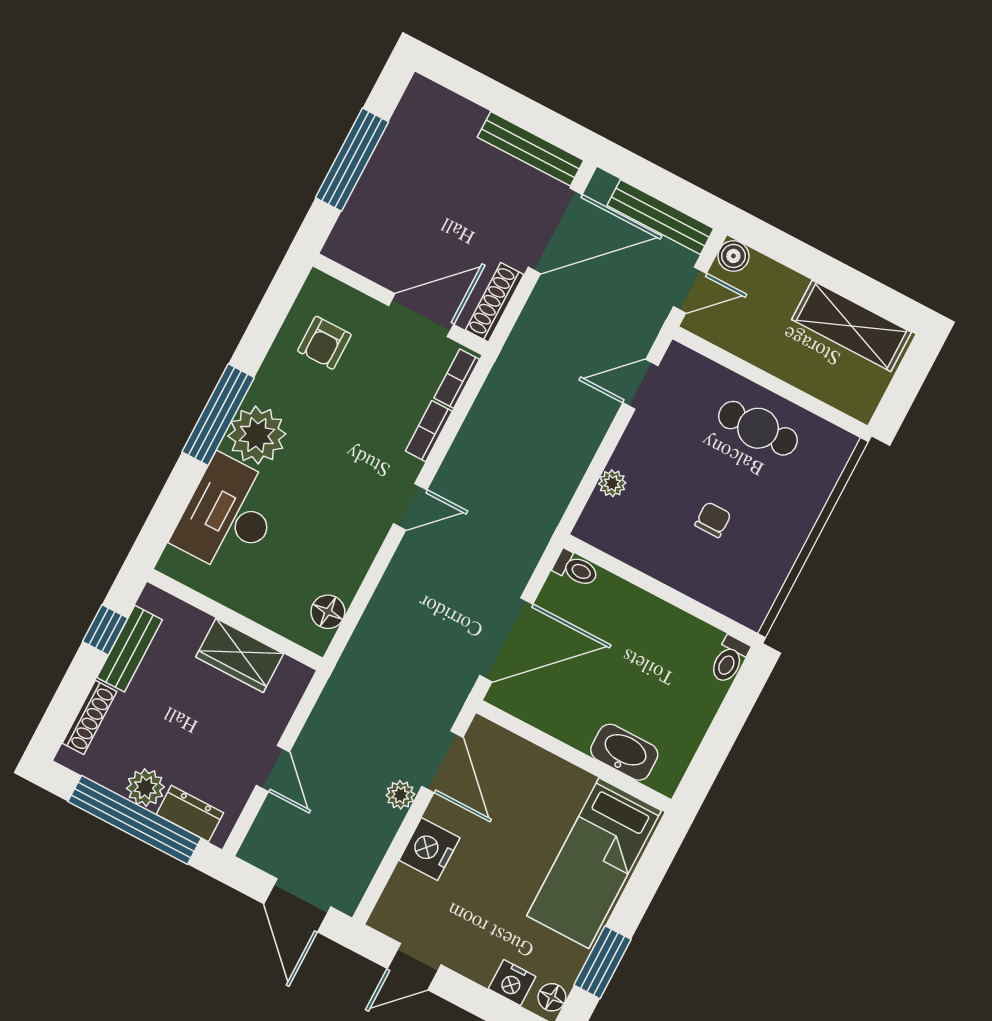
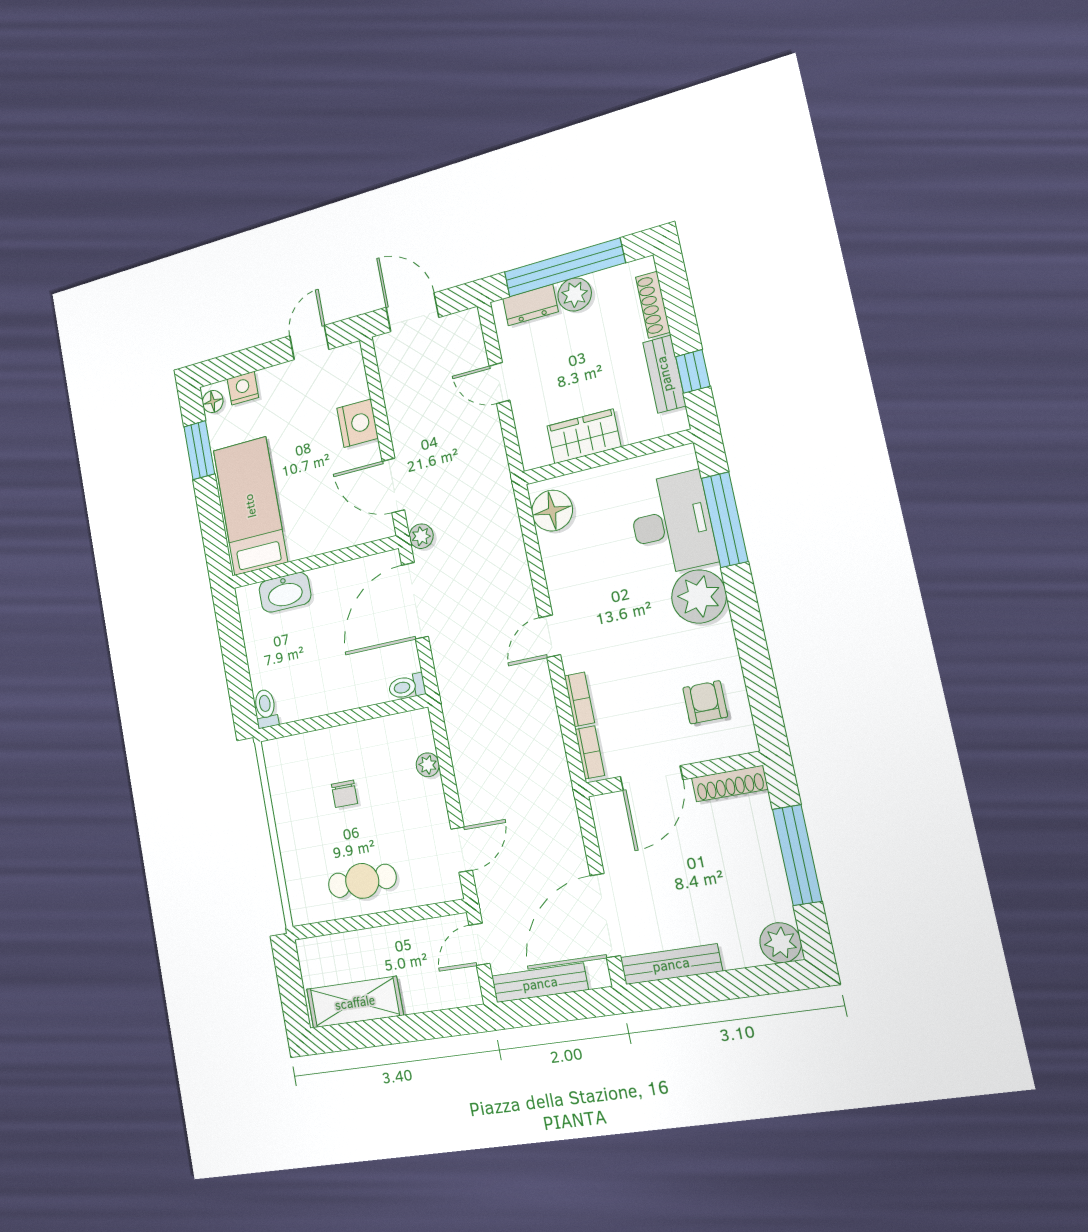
plant: (424, 100) -> (781, 943), added
boiler: (733, 256) -> (469, 992), removed
shoe rack: (495, 302) -> (730, 784), moved, turned 90
window: (218, 415) -> (725, 520), moved
floor lamp: (328, 612) -> (552, 511), width x1.38, depth x1.38
plant: (400, 795) -> (421, 536), moved

